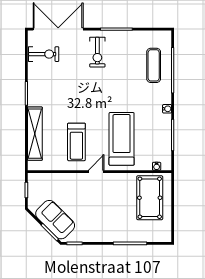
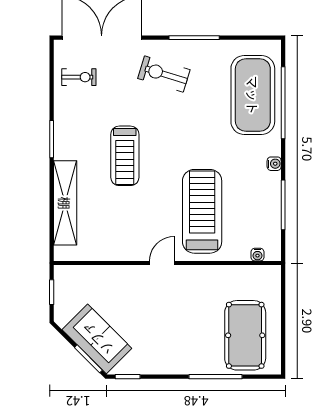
exercise bike: (97, 52) -> (164, 74), turned 107
exercise bike: (44, 54) -> (79, 77), width x0.73, depth x0.72
exercise mat: (154, 65) -> (253, 95), width x2.00, depth x1.45
treadmill: (76, 142) -> (125, 156), moved
pool table: (150, 198) -> (245, 335), moved

